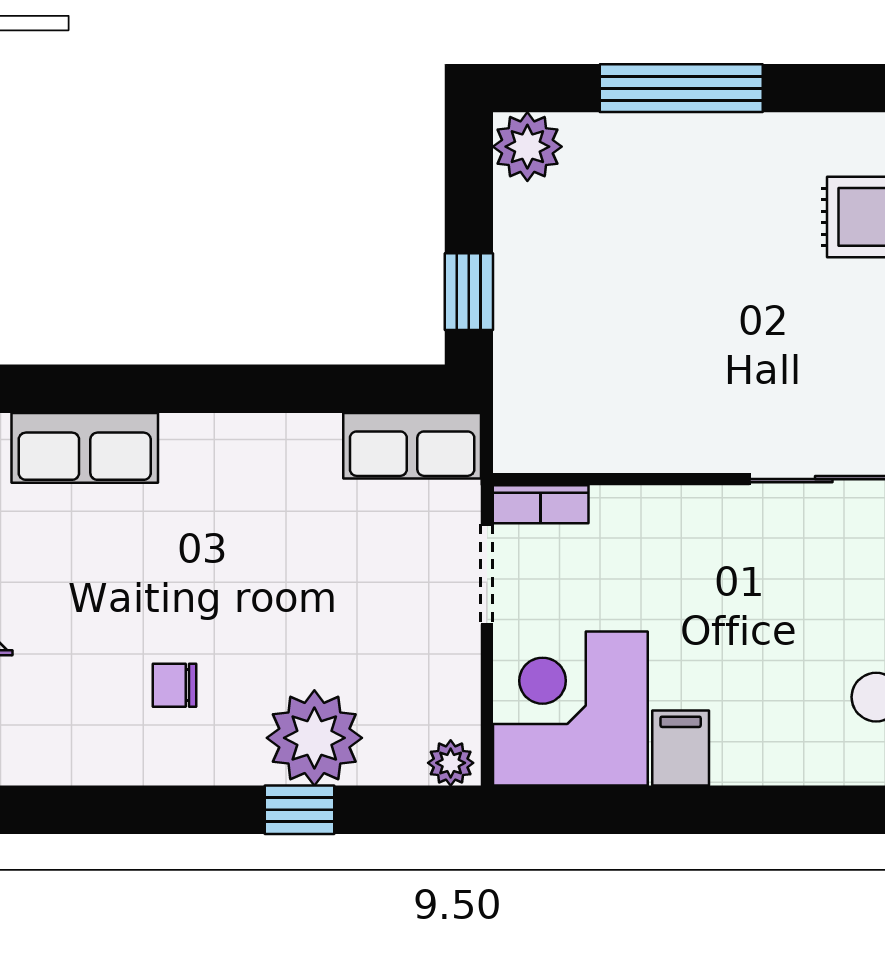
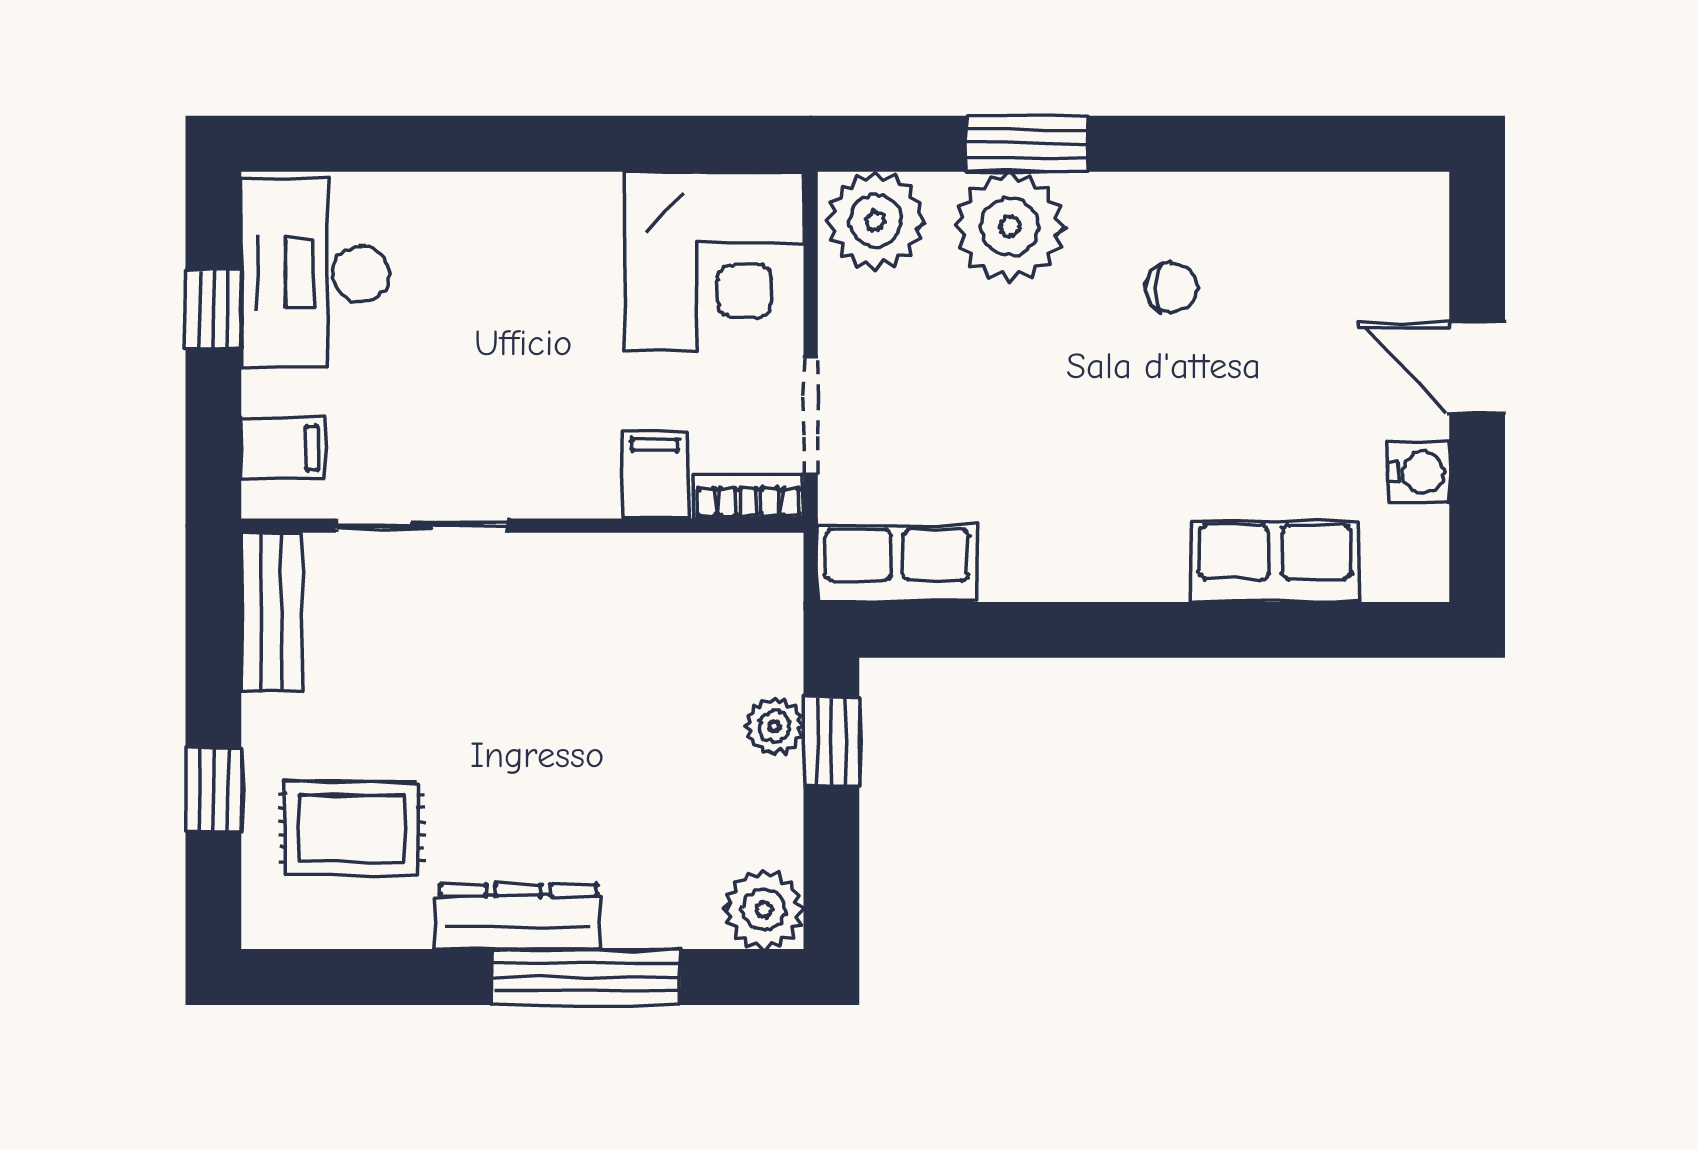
dresser: (740, 140) -> (518, 917), added
plant: (518, 305) -> (775, 726), added
filing cabinet: (681, 748) -> (655, 475), moved, turned 180
plant: (451, 763) -> (876, 221), width x1.87, depth x1.87
window: (299, 810) -> (1027, 144), width x1.50

